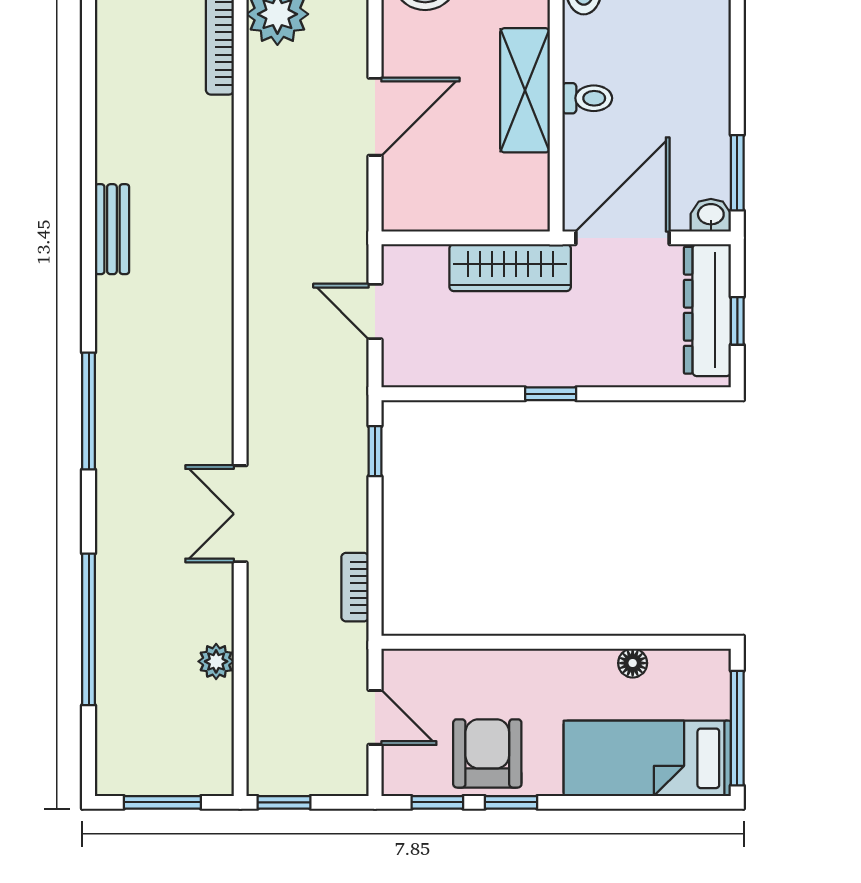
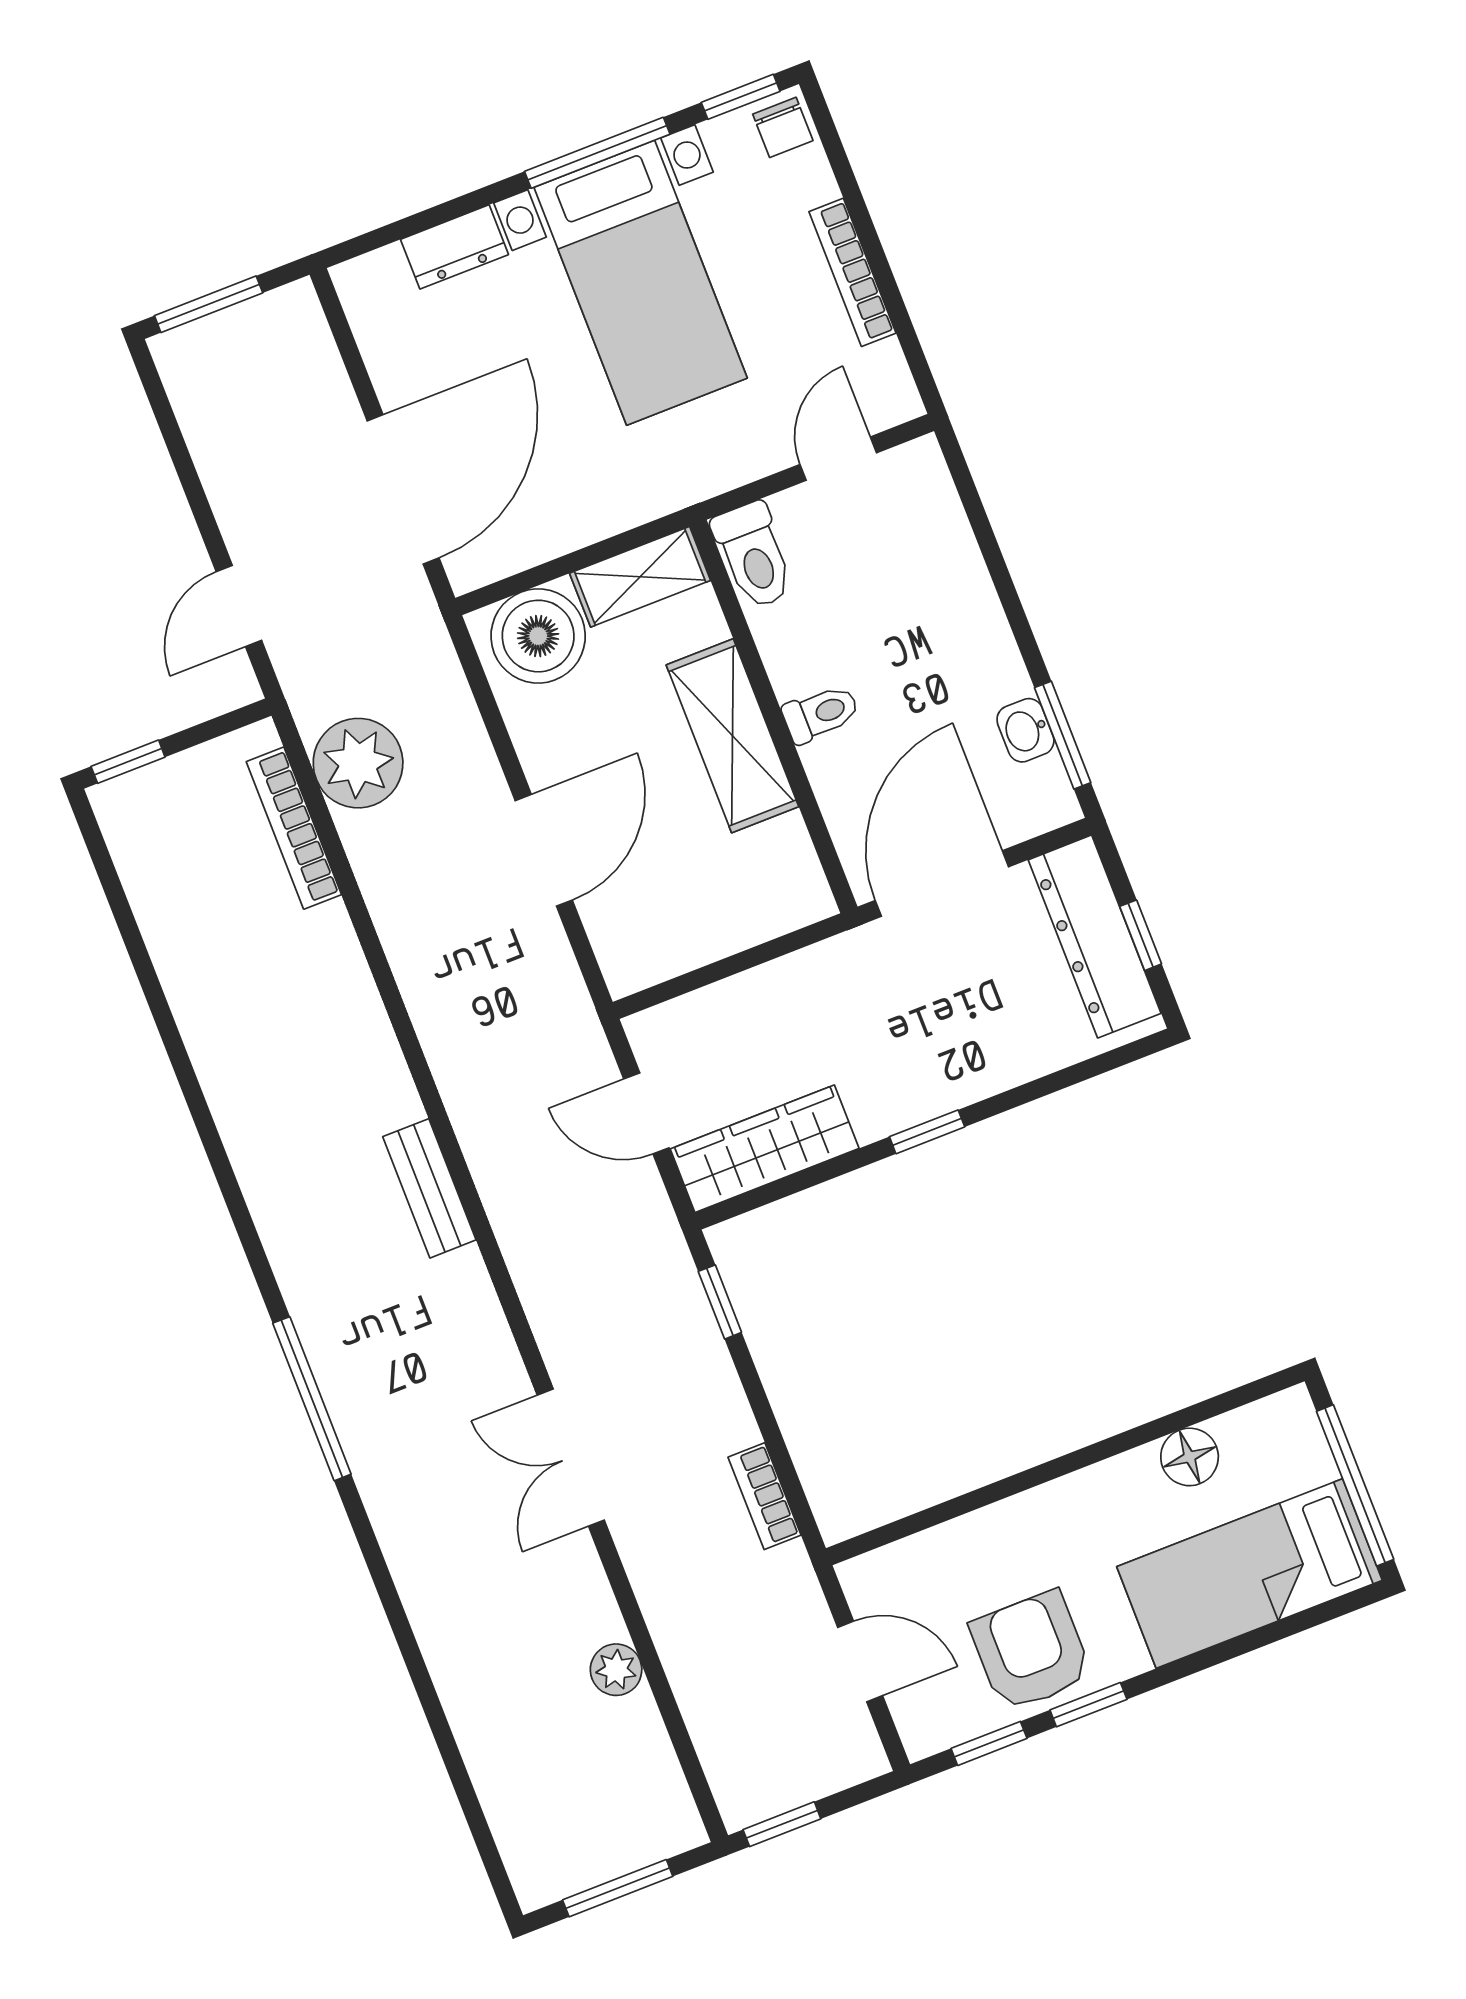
washbasin: (711, 215) -> (1025, 730), moved, turned -90
bench: (112, 229) -> (429, 1188), moved
wardrobe: (510, 268) -> (765, 1149), moved, turned 180
window: (89, 629) -> (427, 1694), removed
floor lamp: (633, 663) -> (1190, 1457), width x1.37, depth x1.37

